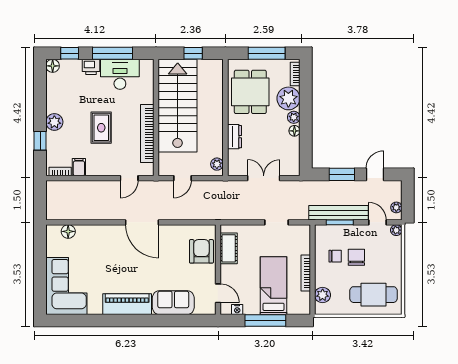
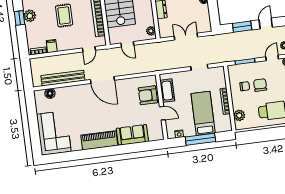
window: (40, 141) -> (20, 18), moved
door: (182, 178) -> (127, 44), hinge flipped
bench: (338, 213) -> (63, 78), moved
door: (377, 222) -> (272, 58), hinge flipped
armchair: (201, 251) -> (148, 95), turned -90
door: (218, 293) -> (162, 113), moved

